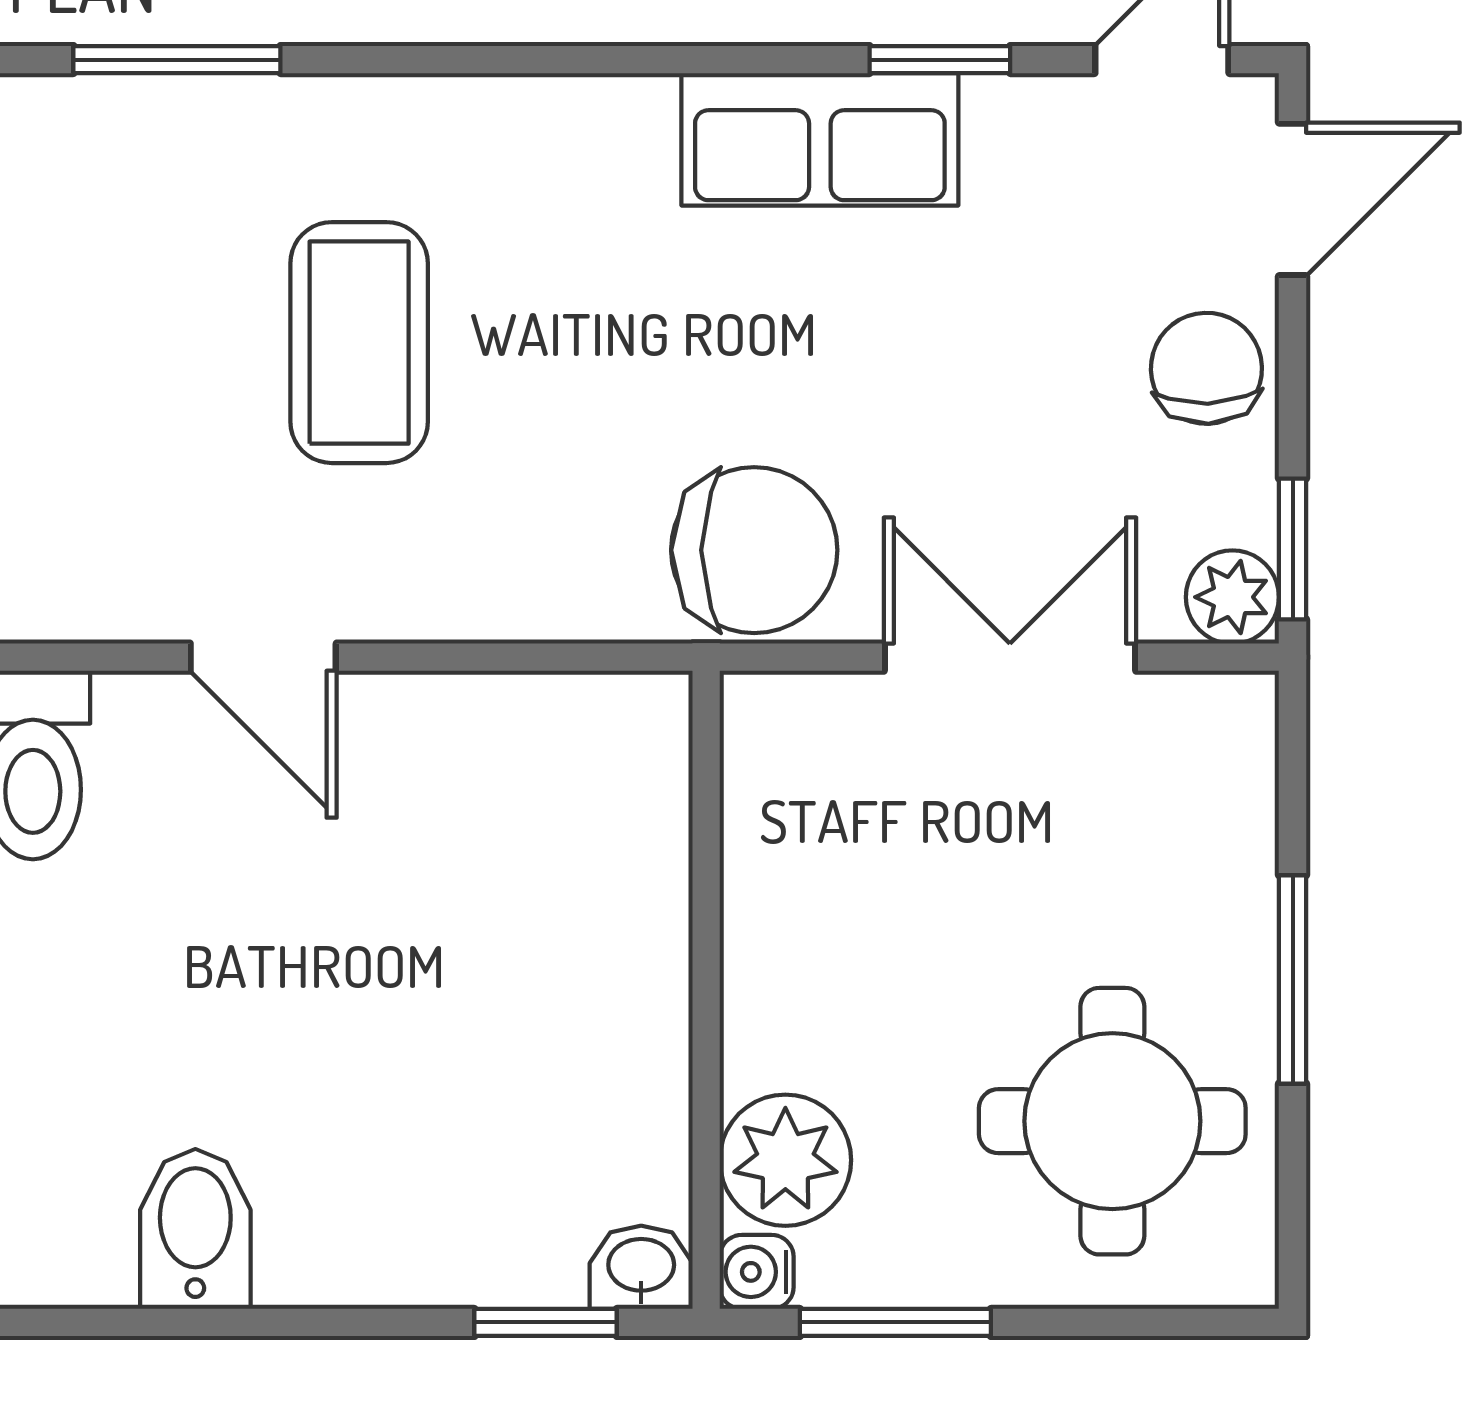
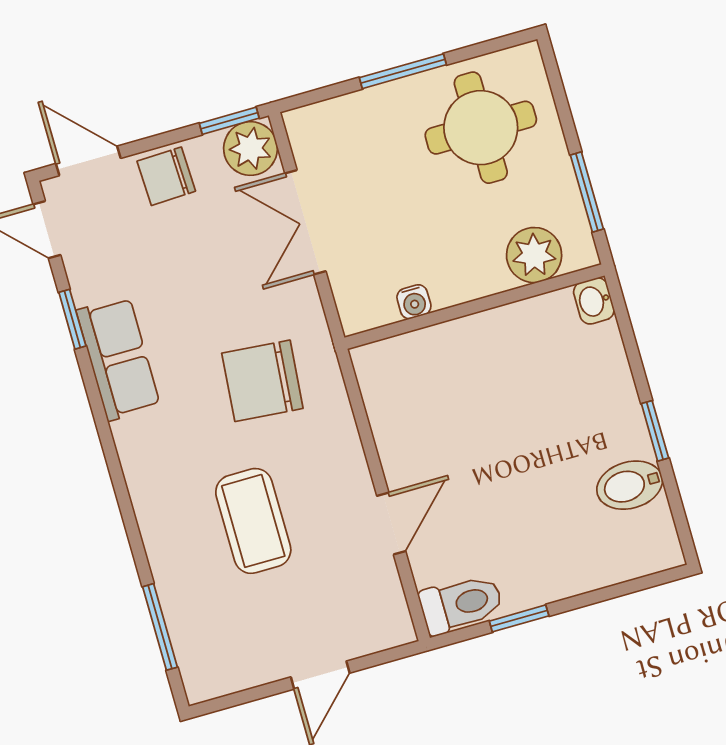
coffee table: (359, 343) -> (253, 521), turned 90
chair: (754, 550) -> (262, 381), moved, turned -85
plant: (1232, 597) -> (251, 149), width x1.38, depth x1.38
water cooler: (757, 1272) -> (414, 302), moved
window: (546, 1322) -> (655, 431), moved

